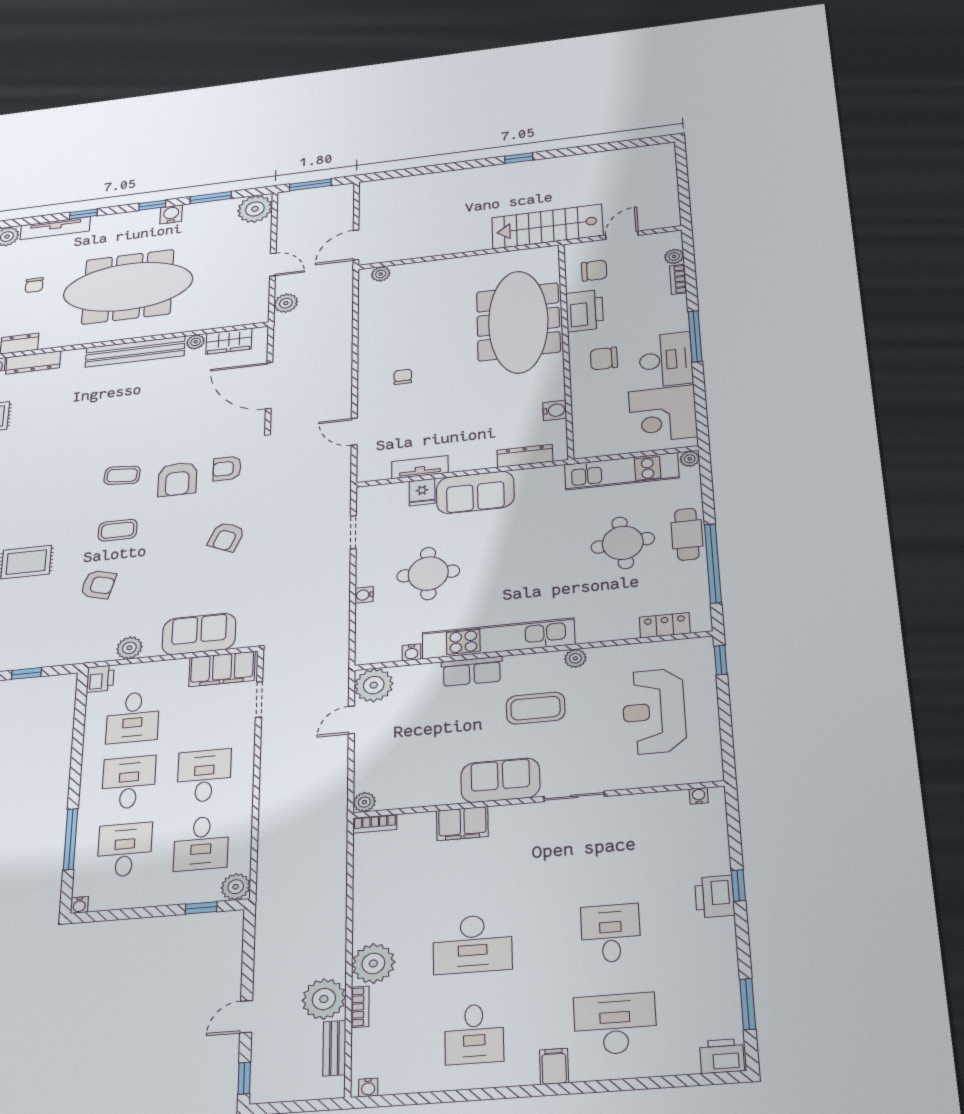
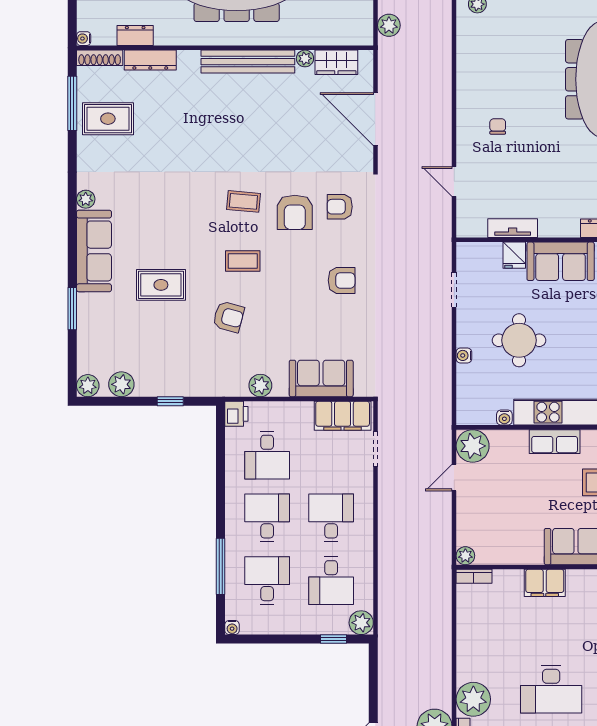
armchair: (226, 537) -> (342, 280), turned -114

